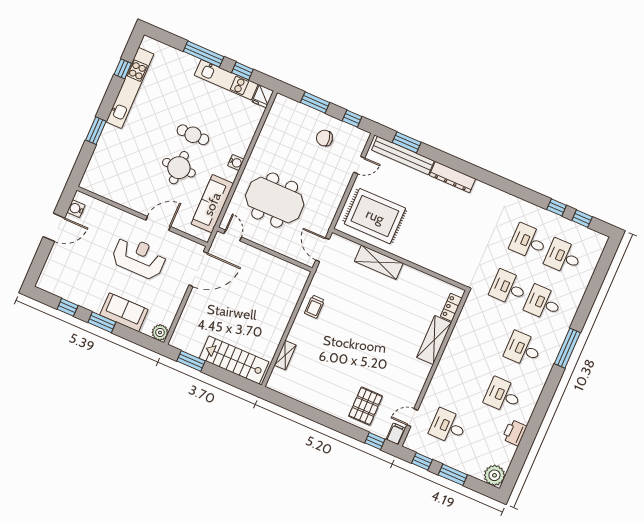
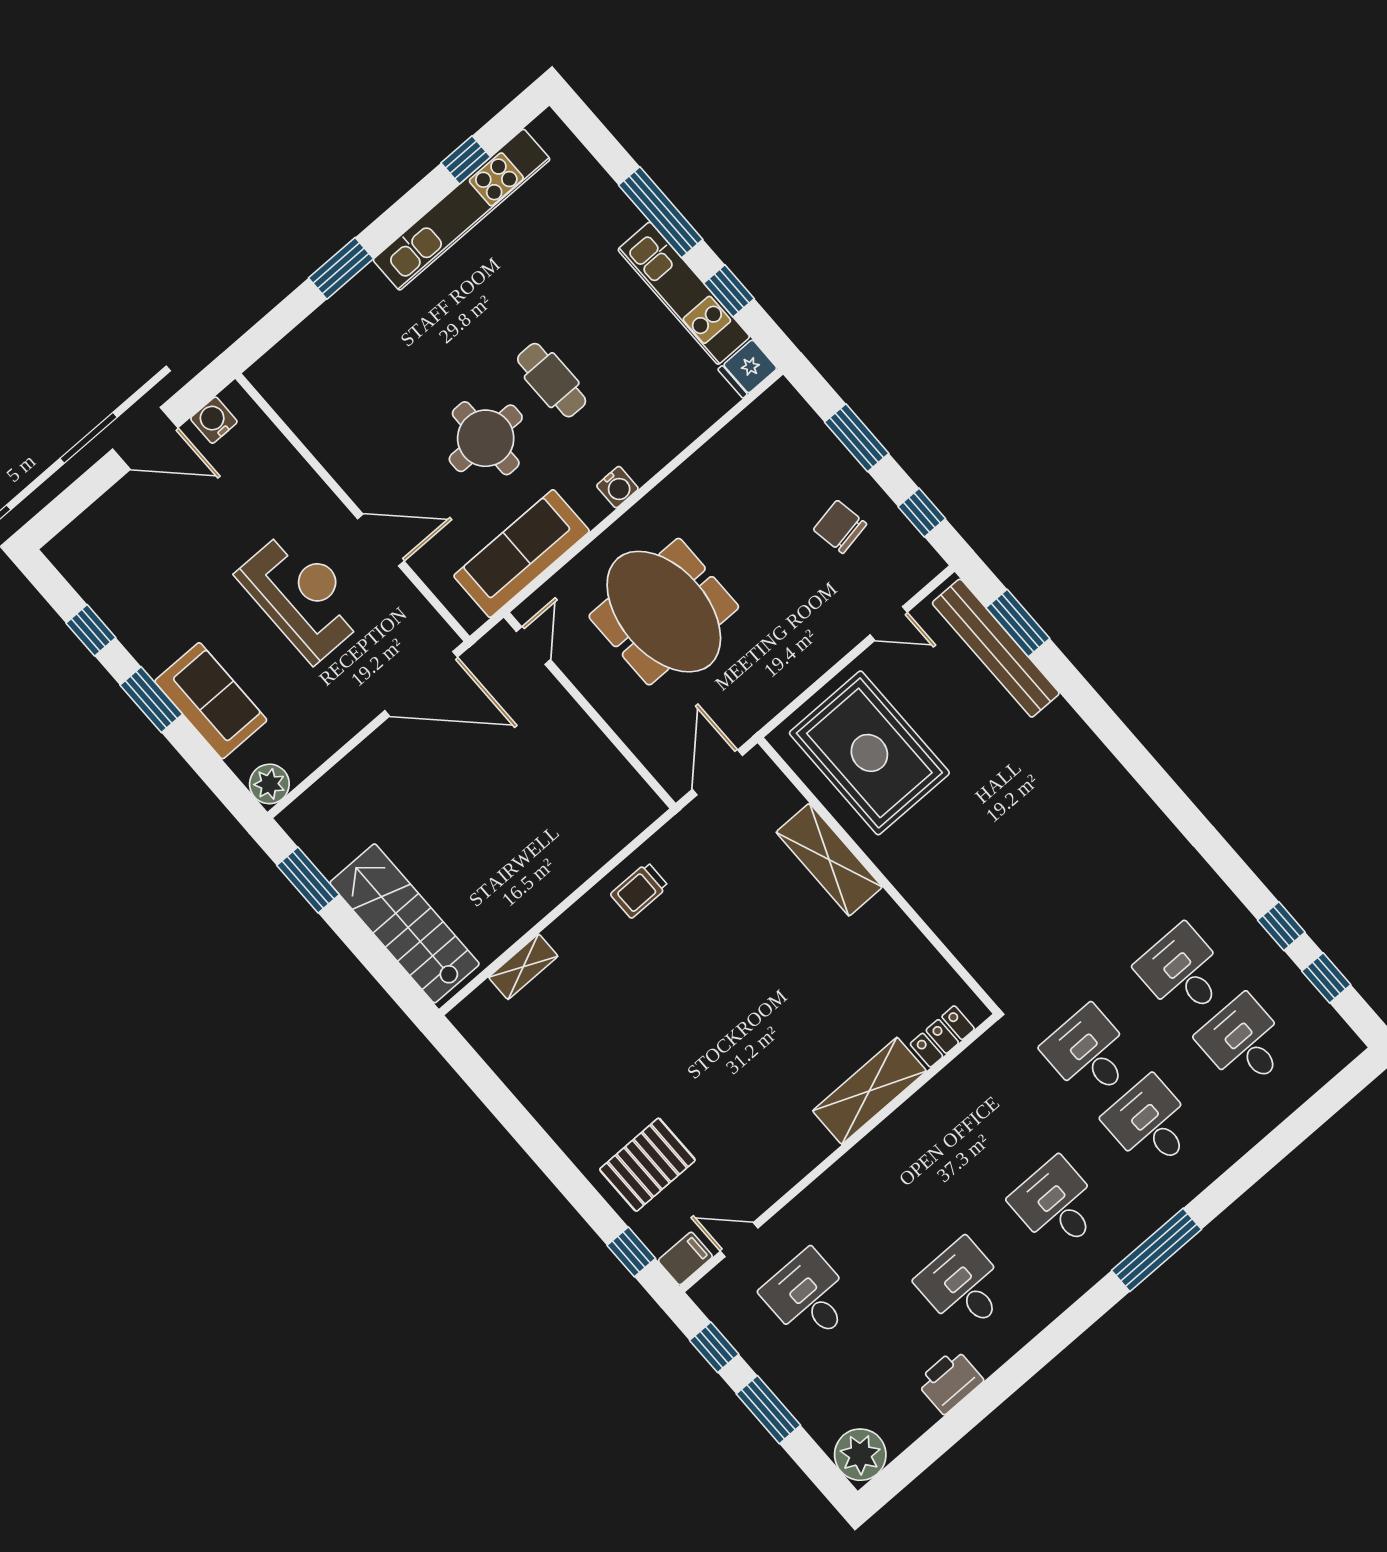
dresser: (453, 177) -> (1083, 749), removed

